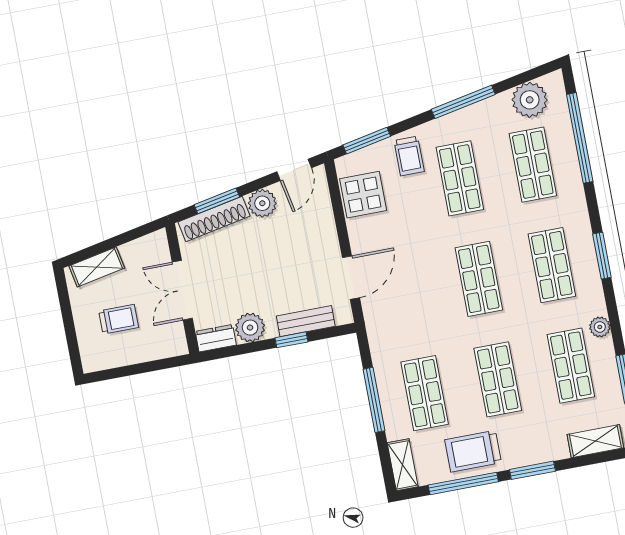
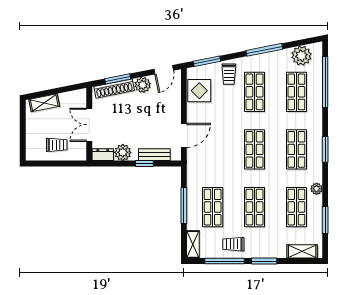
trolley: (119, 319) -> (57, 145), moved
trolley: (473, 451) -> (233, 244), width x0.73, depth x0.72

